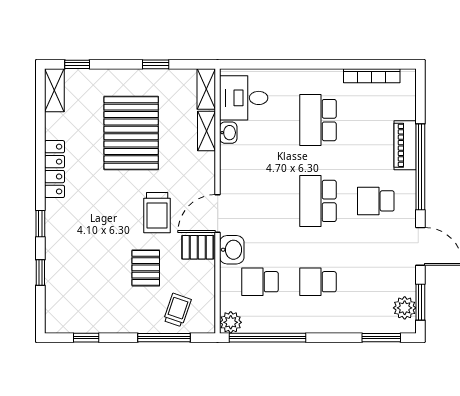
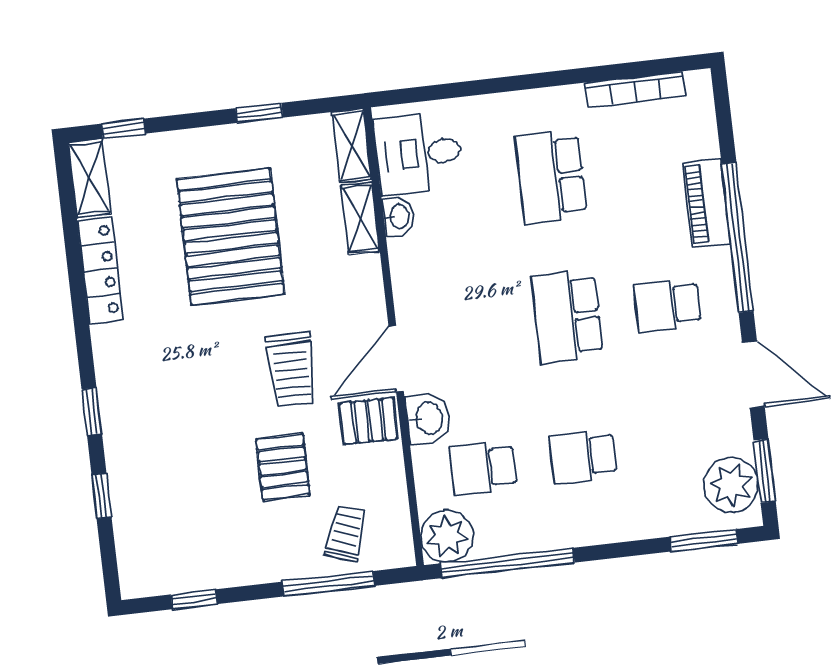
locker: (55, 169) -> (100, 270), moved
plant: (405, 308) -> (731, 485), width x1.36, depth x1.36
plant: (231, 322) -> (447, 536), width x1.36, depth x1.36

